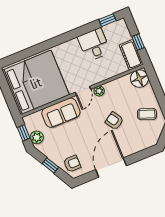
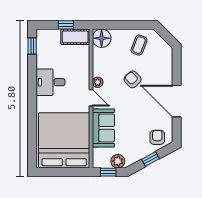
desk: (94, 45) -> (51, 82), moved
armchair: (114, 121) -> (133, 79), turned 79

